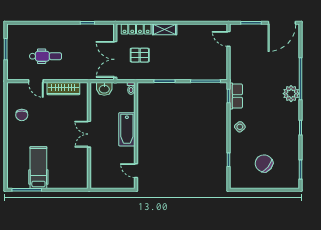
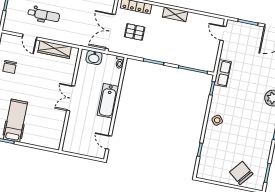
shelving: (165, 29) -> (175, 14), moved
row of seats: (236, 96) -> (223, 73), moved
chair: (264, 163) -> (241, 173), moved

